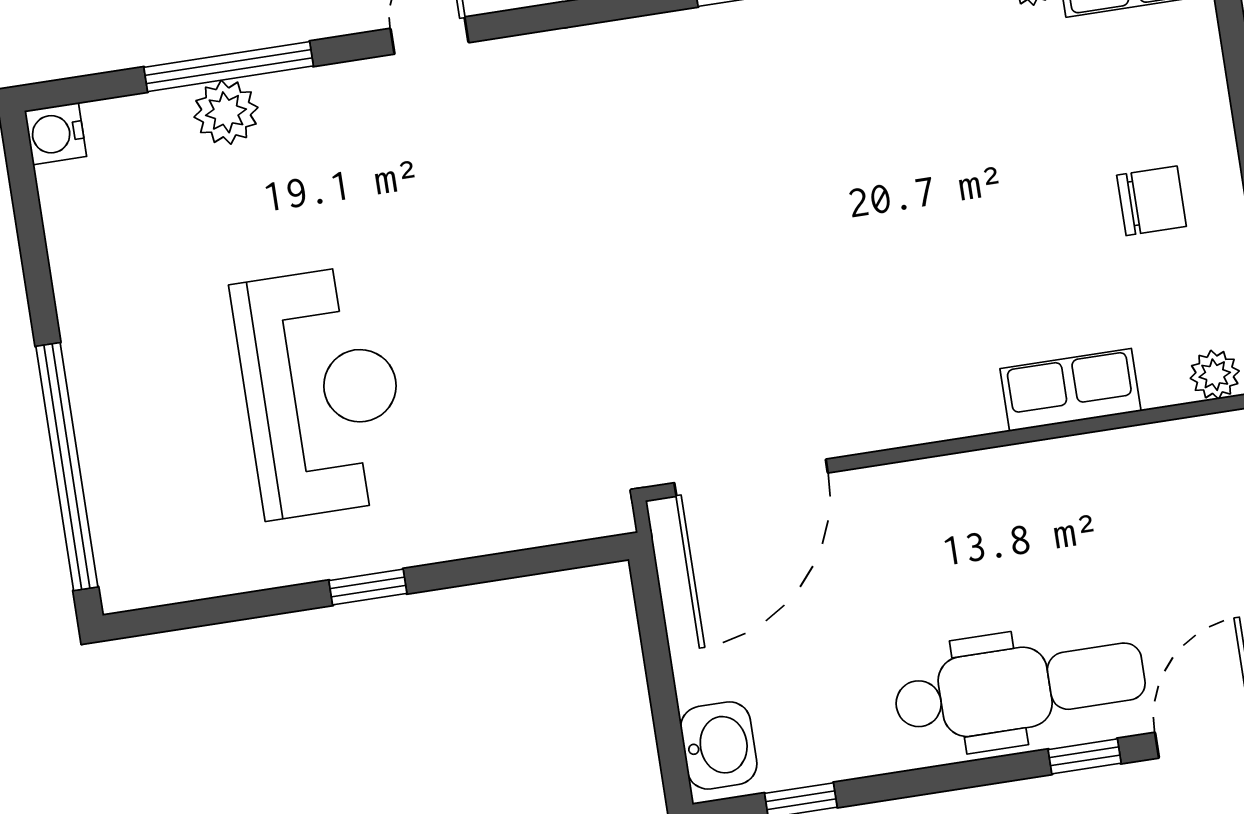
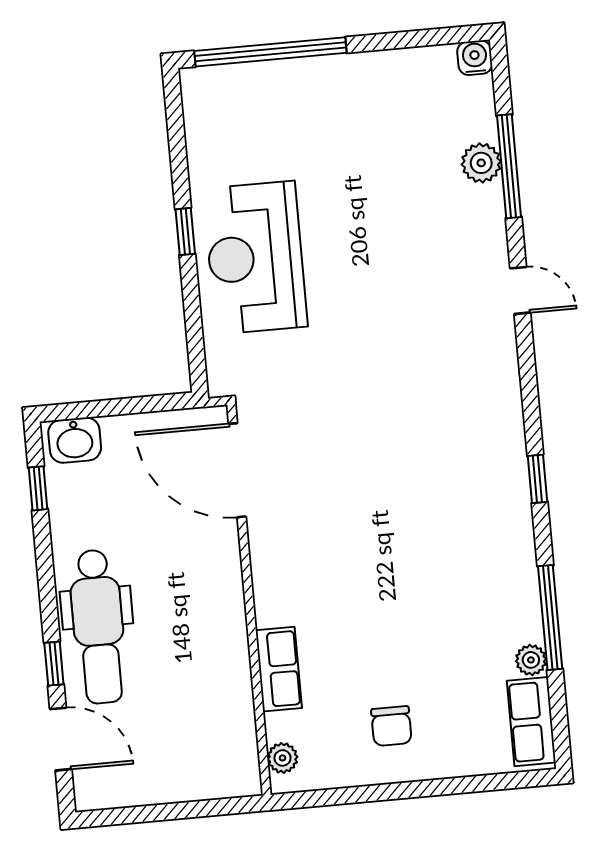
reception desk: (321, 392) -> (255, 258), moved, turned 90

